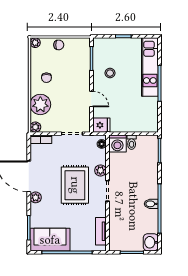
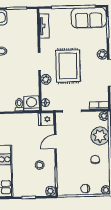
plant: (98, 43) -> (51, 191), added
door: (91, 99) -> (55, 142), hinge flipped

